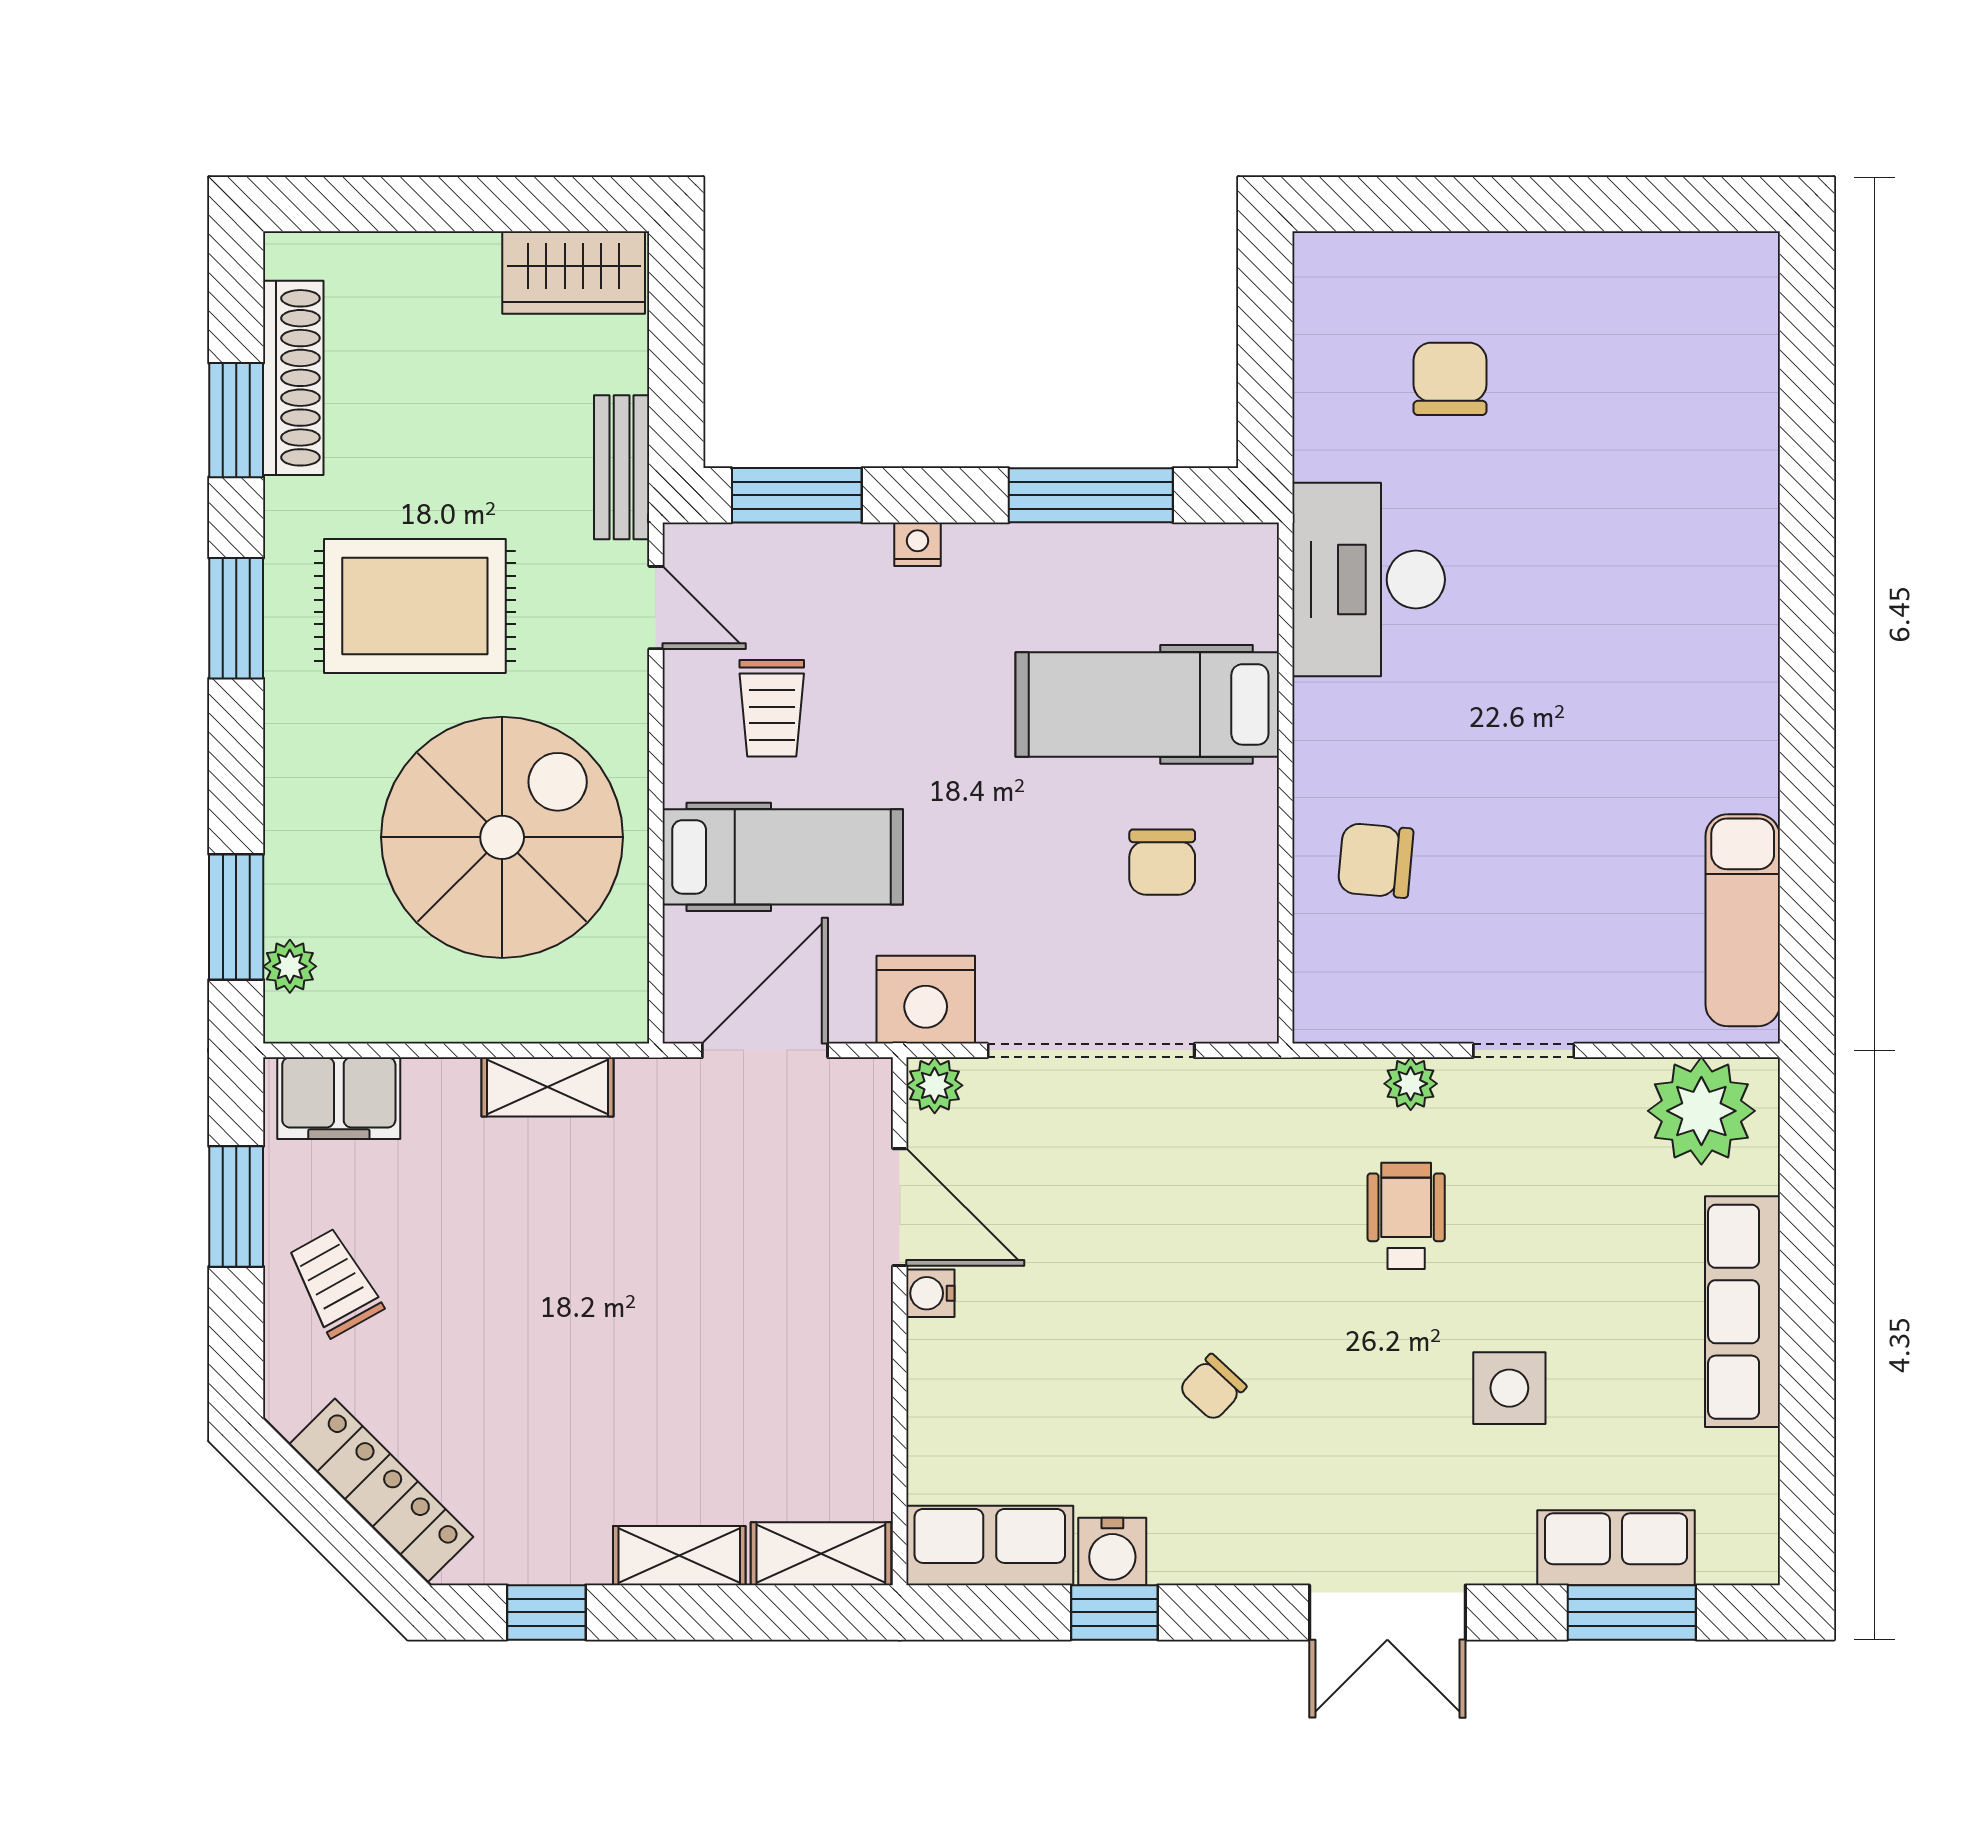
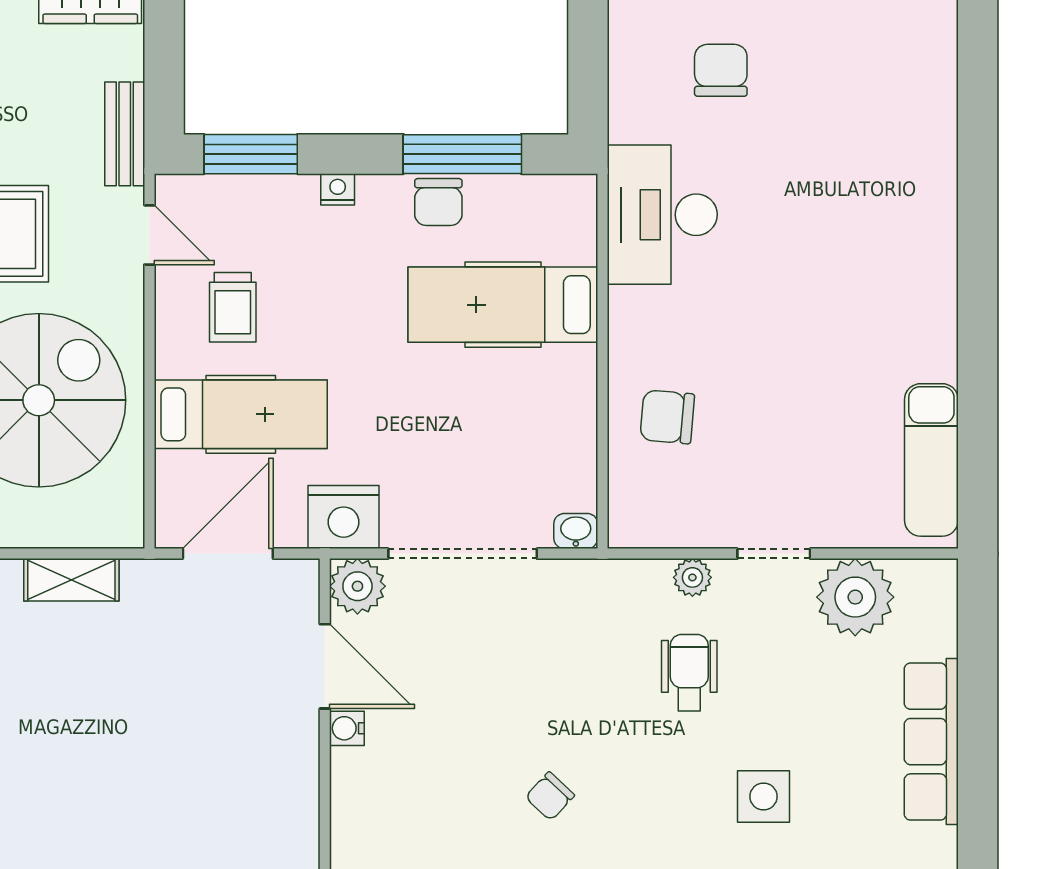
chair: (1162, 862) -> (438, 202), moved
washbasin: (1248, 1019) -> (576, 531), added
plant: (935, 1085) -> (357, 586), width x1.38, depth x1.38
plant: (1701, 1111) -> (855, 597), moved

